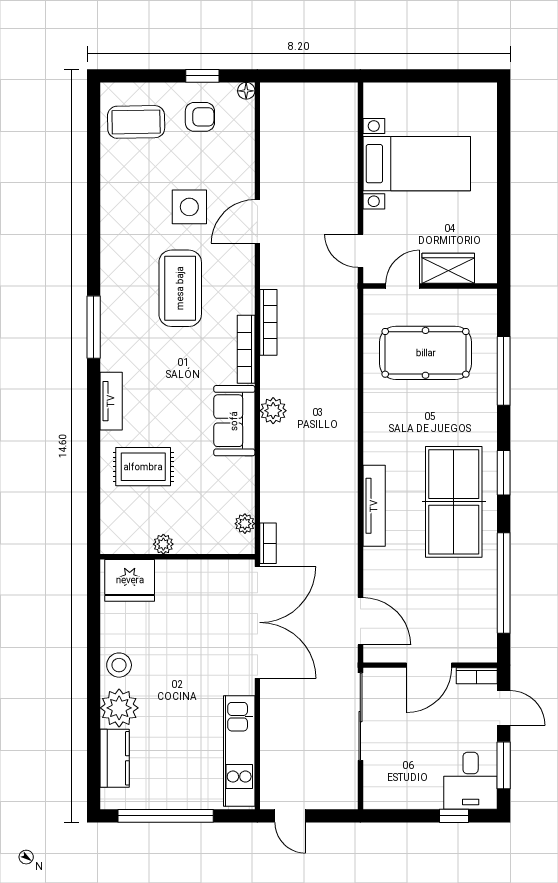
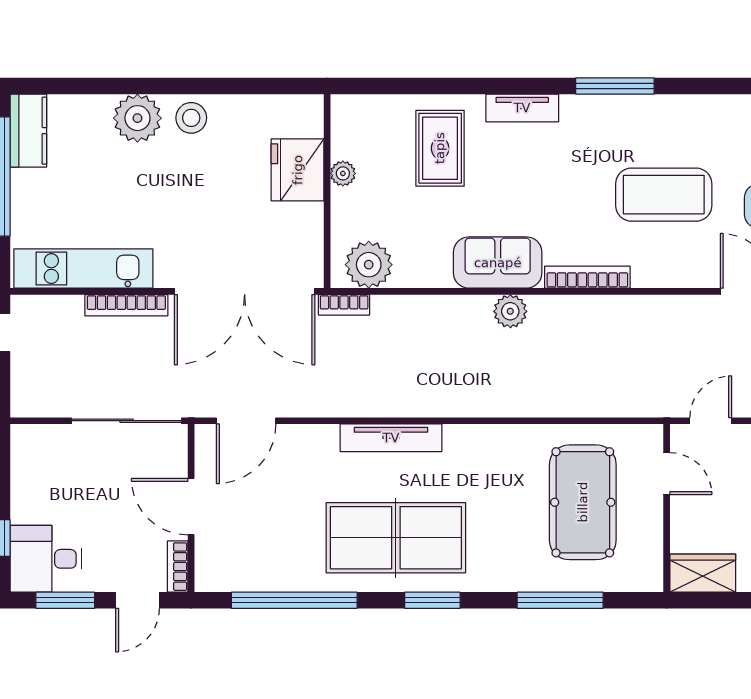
wardrobe: (448, 268) -> (703, 573), moved, turned -90
bookcase: (268, 322) -> (126, 305), moved
plant: (245, 524) -> (369, 265), width x1.88, depth x1.88
fridge: (130, 580) -> (298, 170), moved
kitchen counter: (115, 758) -> (28, 131), moved, turned -90

